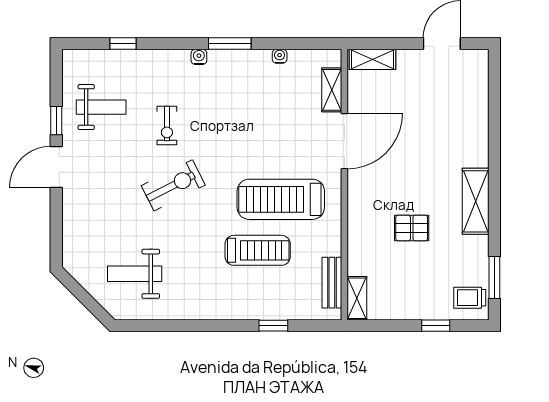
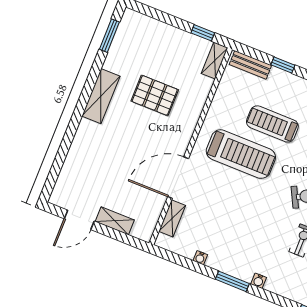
shelving: (373, 59) -> (115, 221), moved
pallet: (412, 228) -> (155, 95), width x1.50, depth x1.42
bench: (332, 283) -> (250, 65), moved, turned 90
trolley: (470, 298) -> (133, 28), removed
window: (436, 326) -> (203, 33), moved

